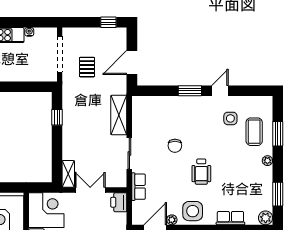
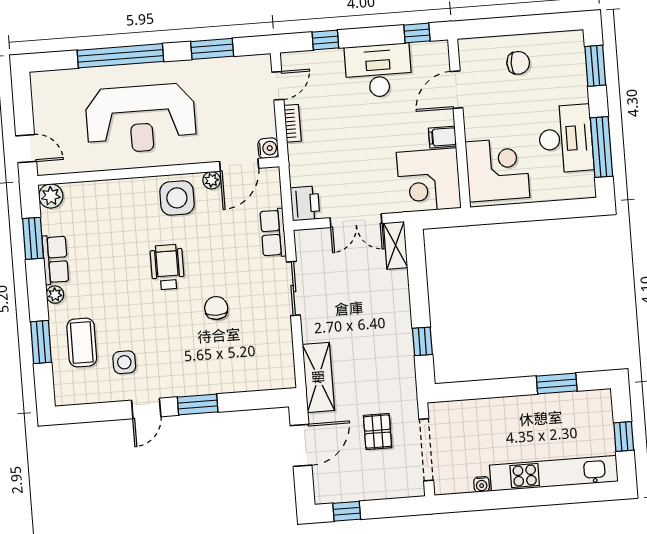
shelving: (119, 115) -> (318, 377), moved
row of seats: (230, 218) -> (55, 260), moved, turned -90

